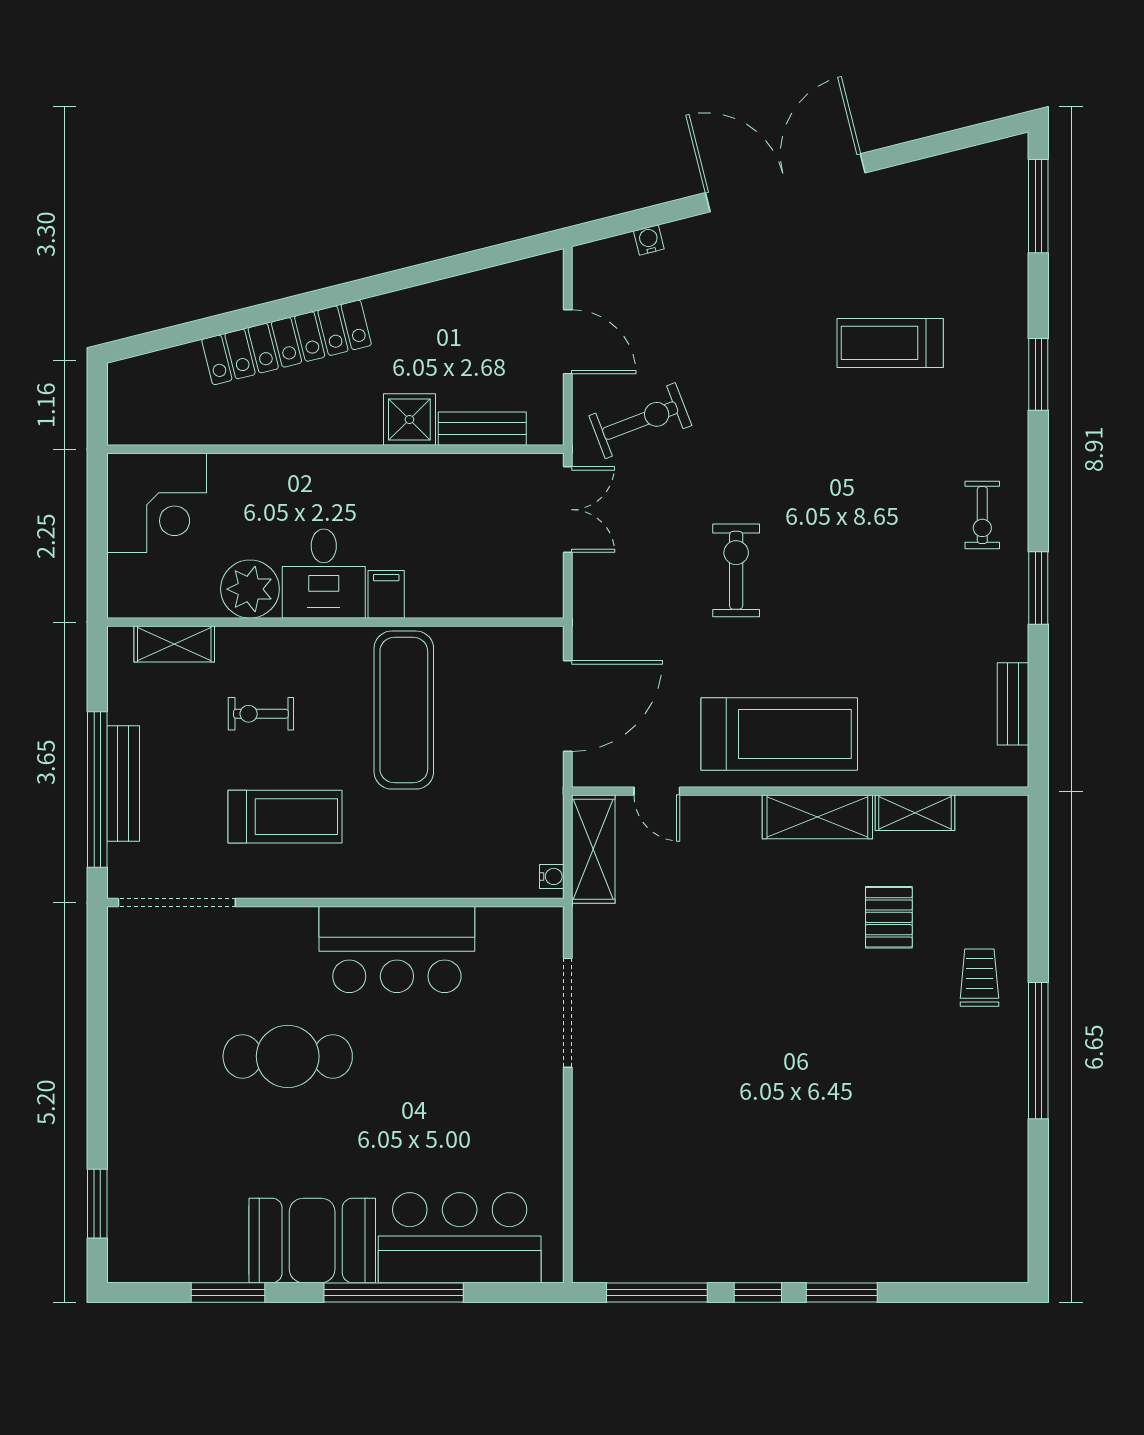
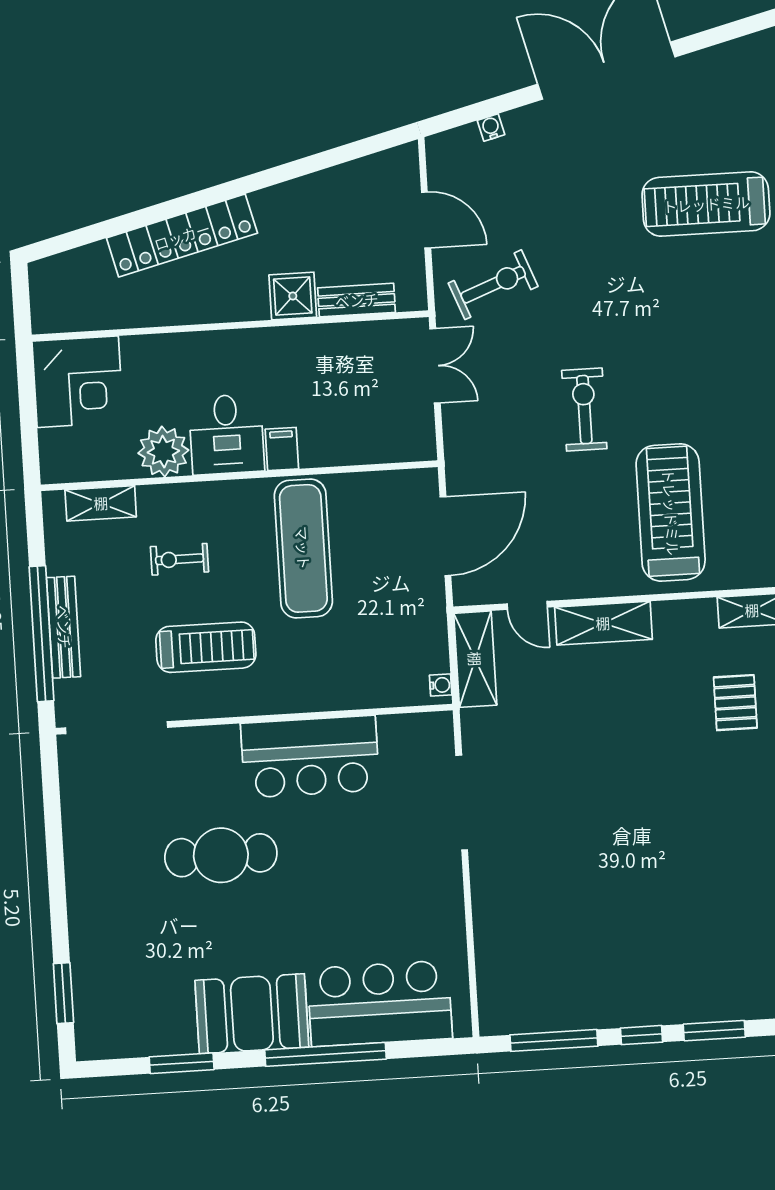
treadmill: (890, 343) -> (706, 204), width x1.37, depth x1.38
treadmill: (779, 734) -> (671, 512), moved, turned -90
shelving: (817, 817) -> (603, 623), moved

